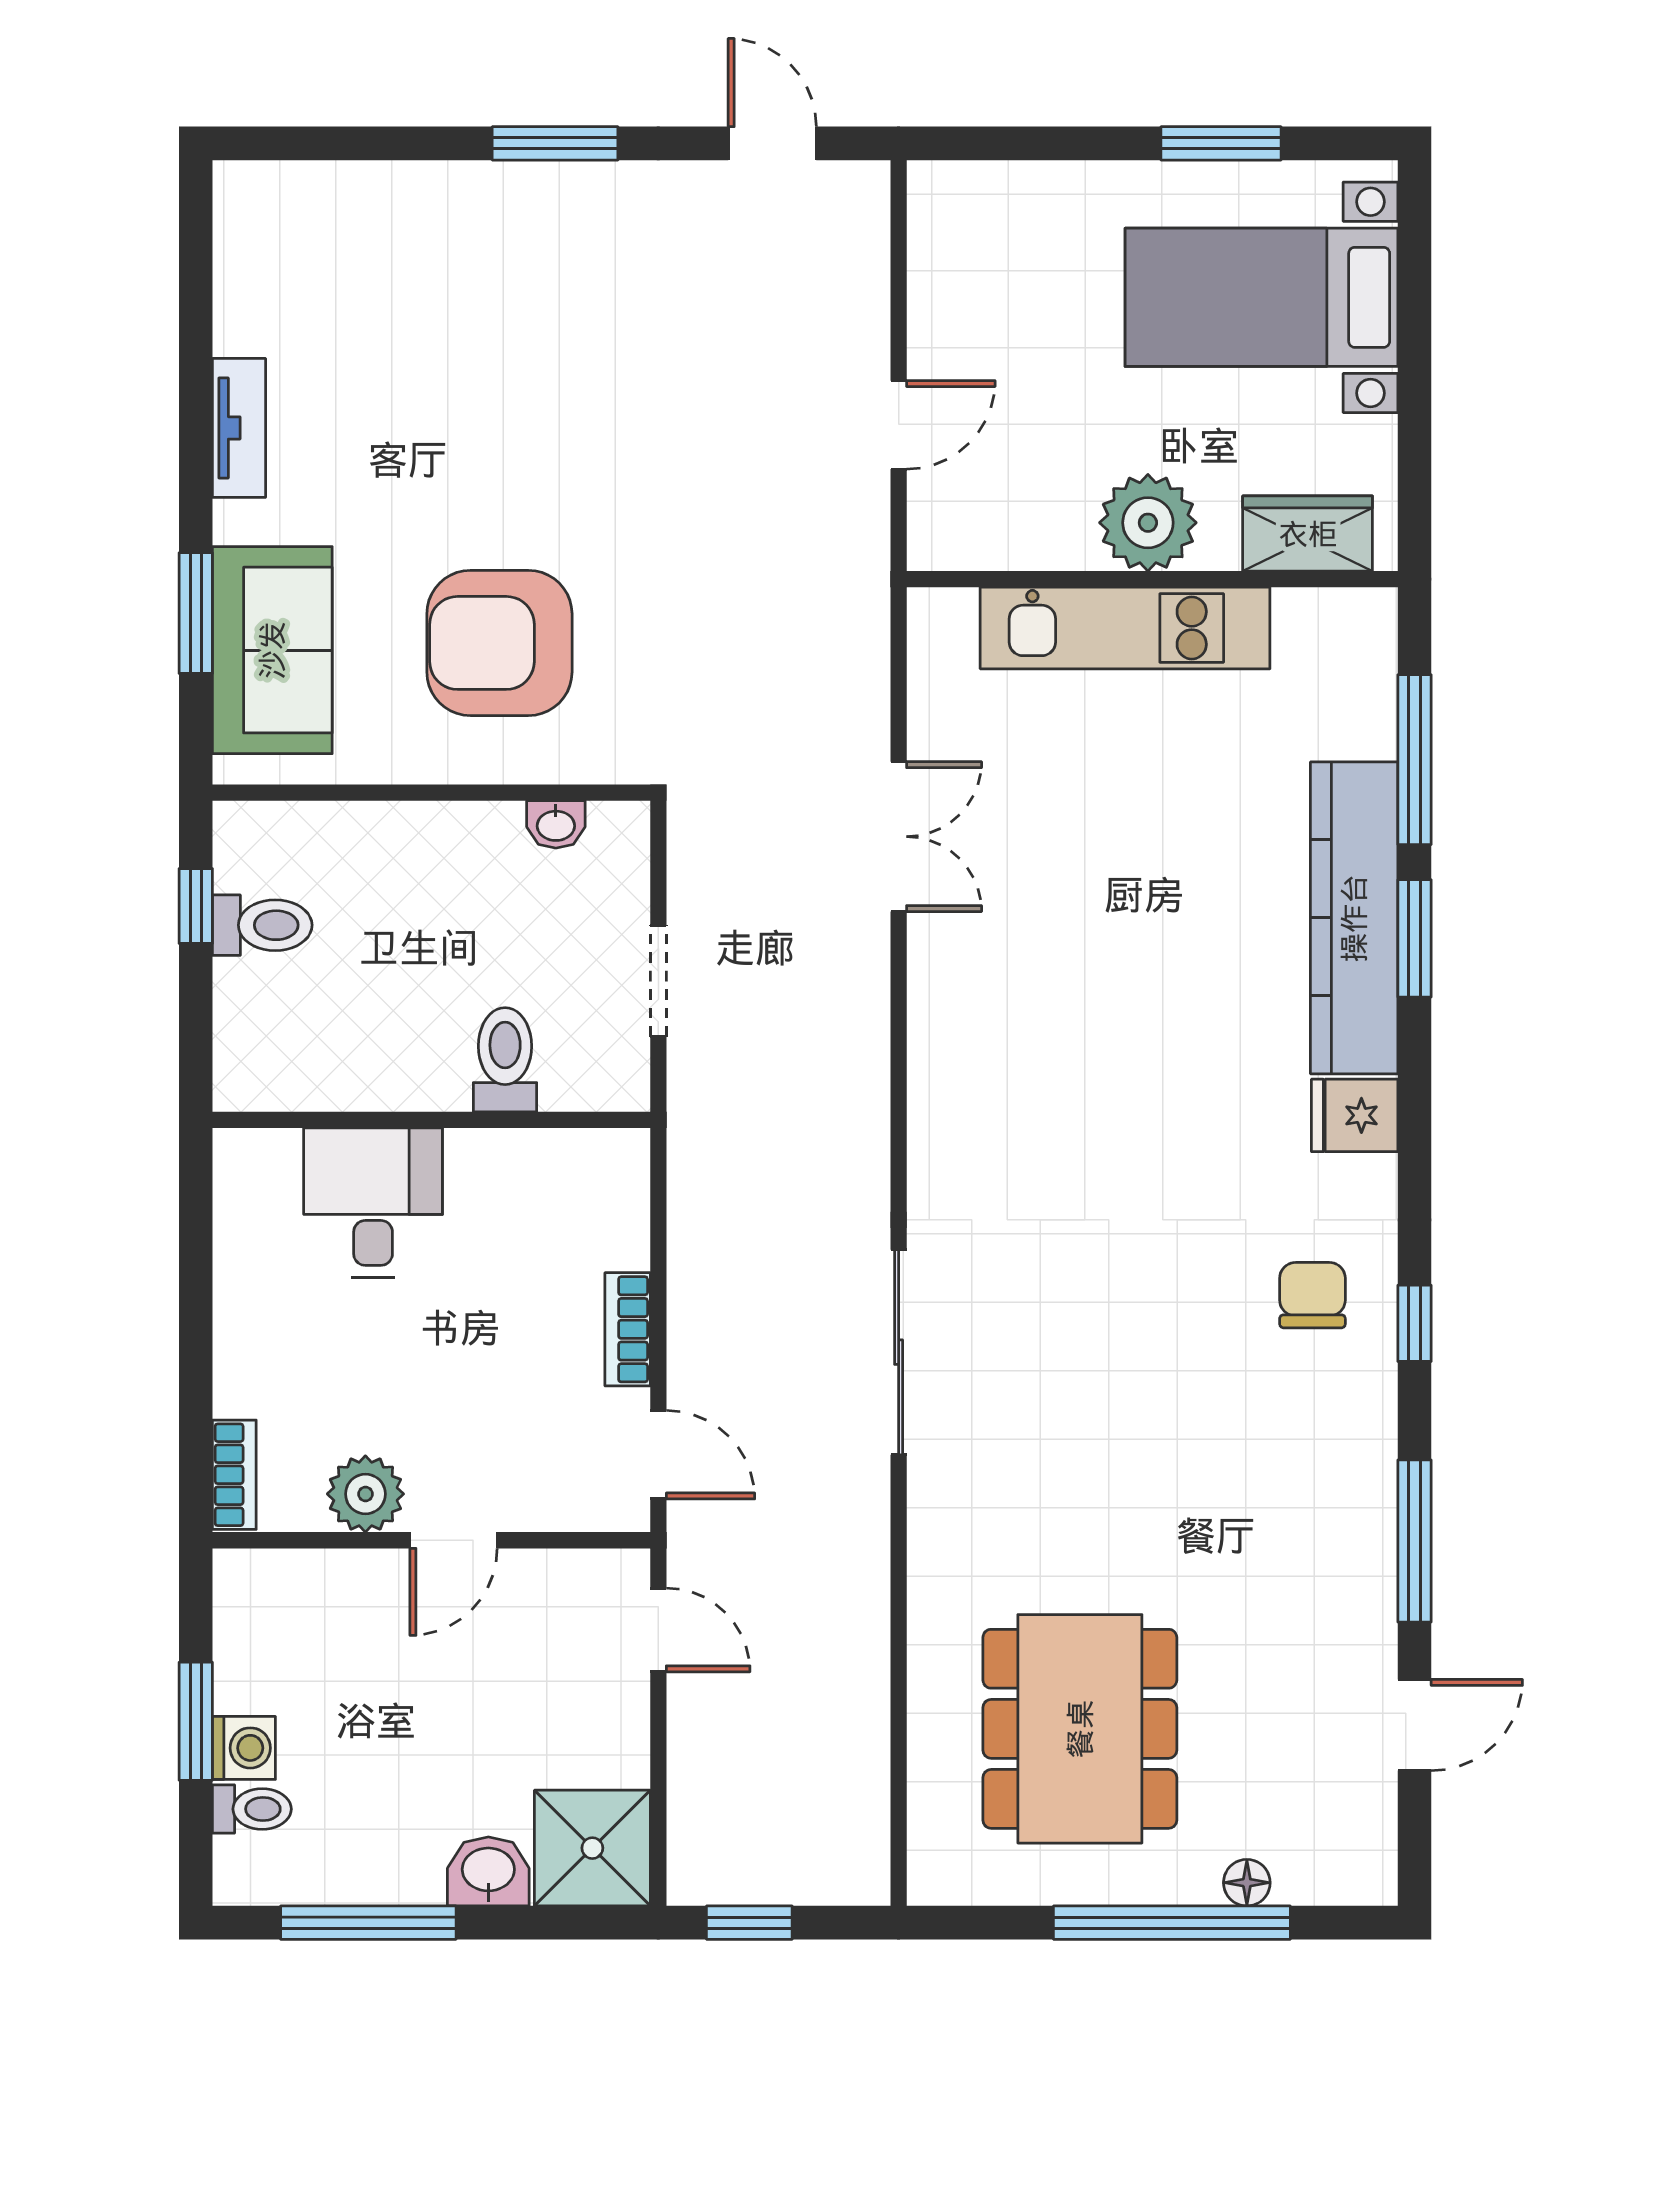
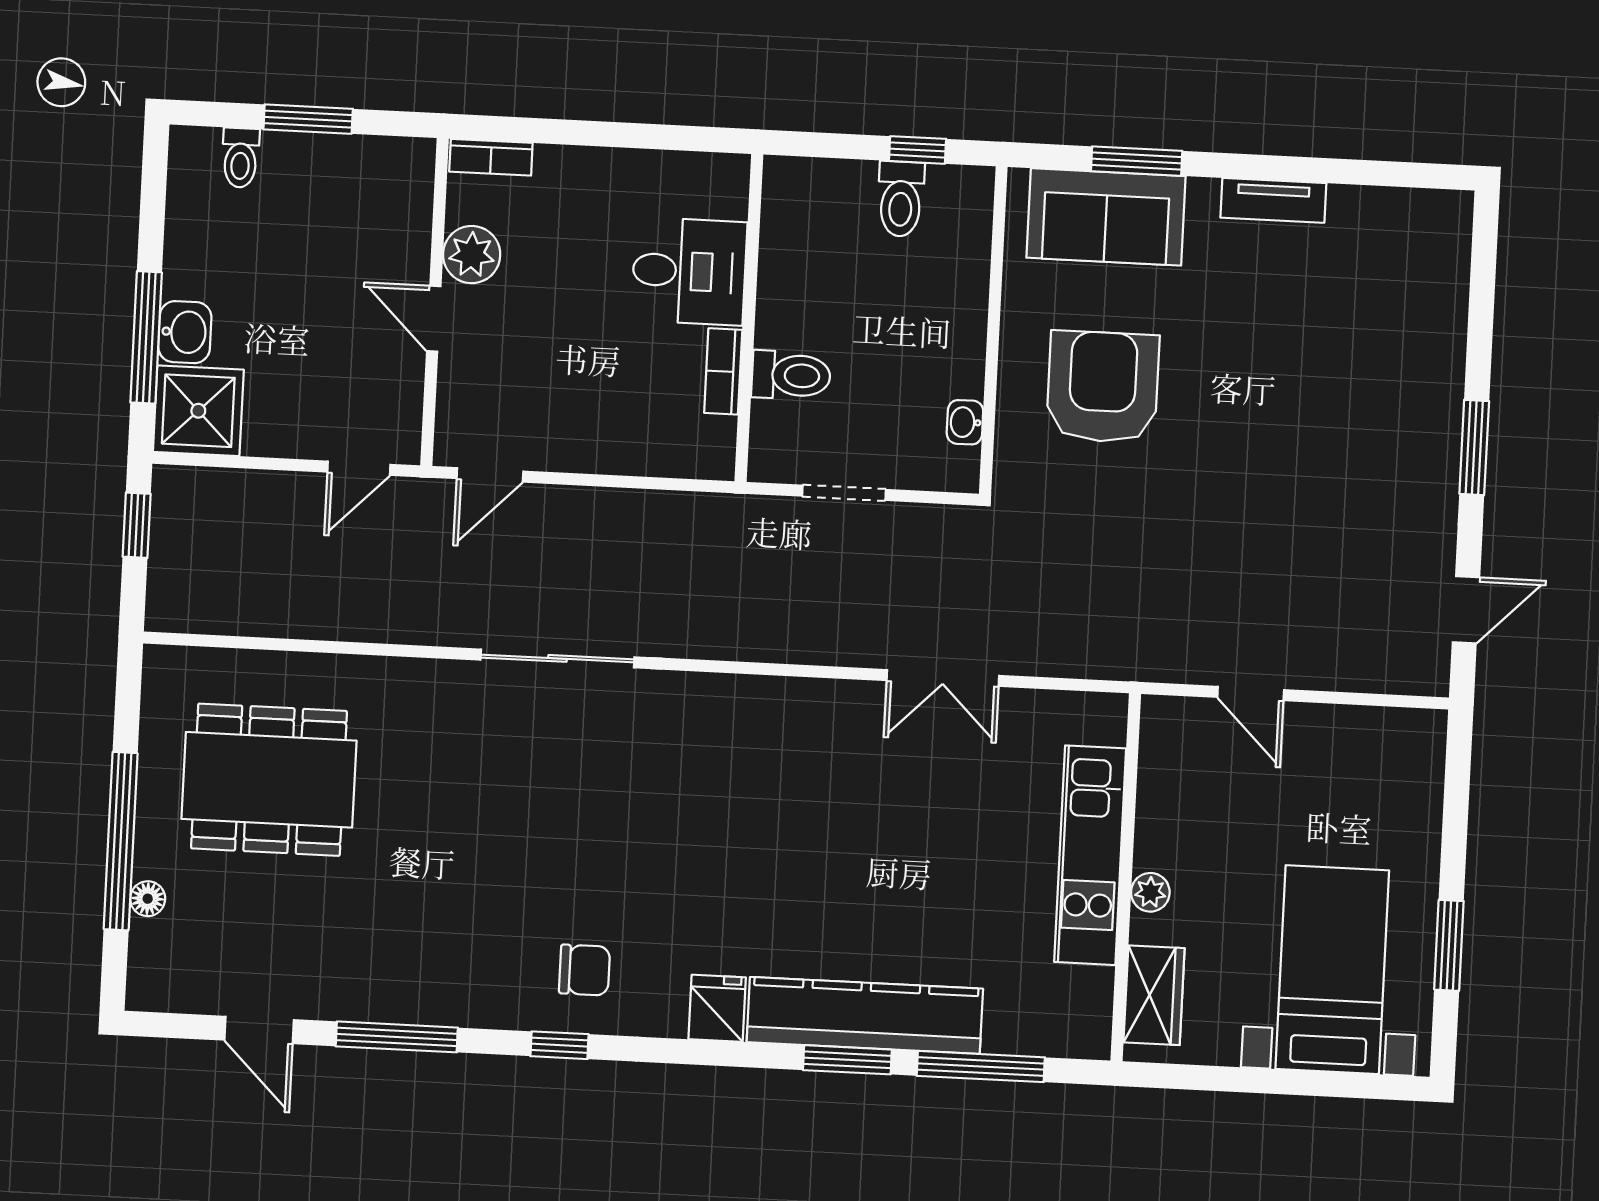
plant: (1148, 523) -> (1150, 892), width x0.53, depth x0.53
bookcase: (628, 1329) -> (723, 371), moved, turned -90
washing machine: (244, 1748) -> (286, 154), removed
window: (368, 1923) -> (146, 337), moved

